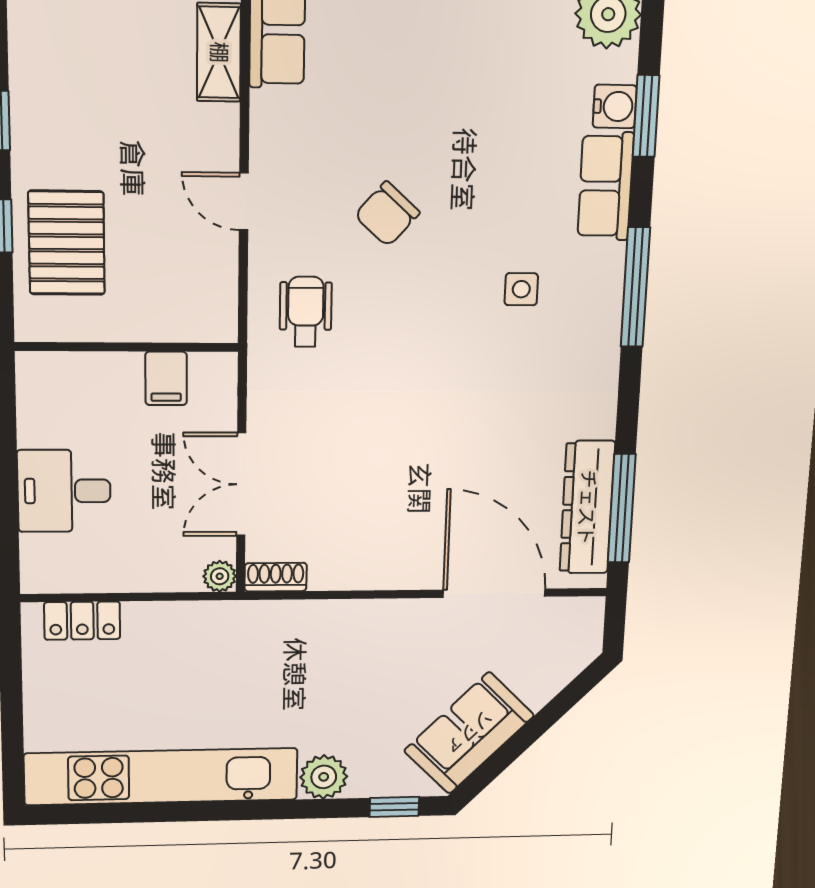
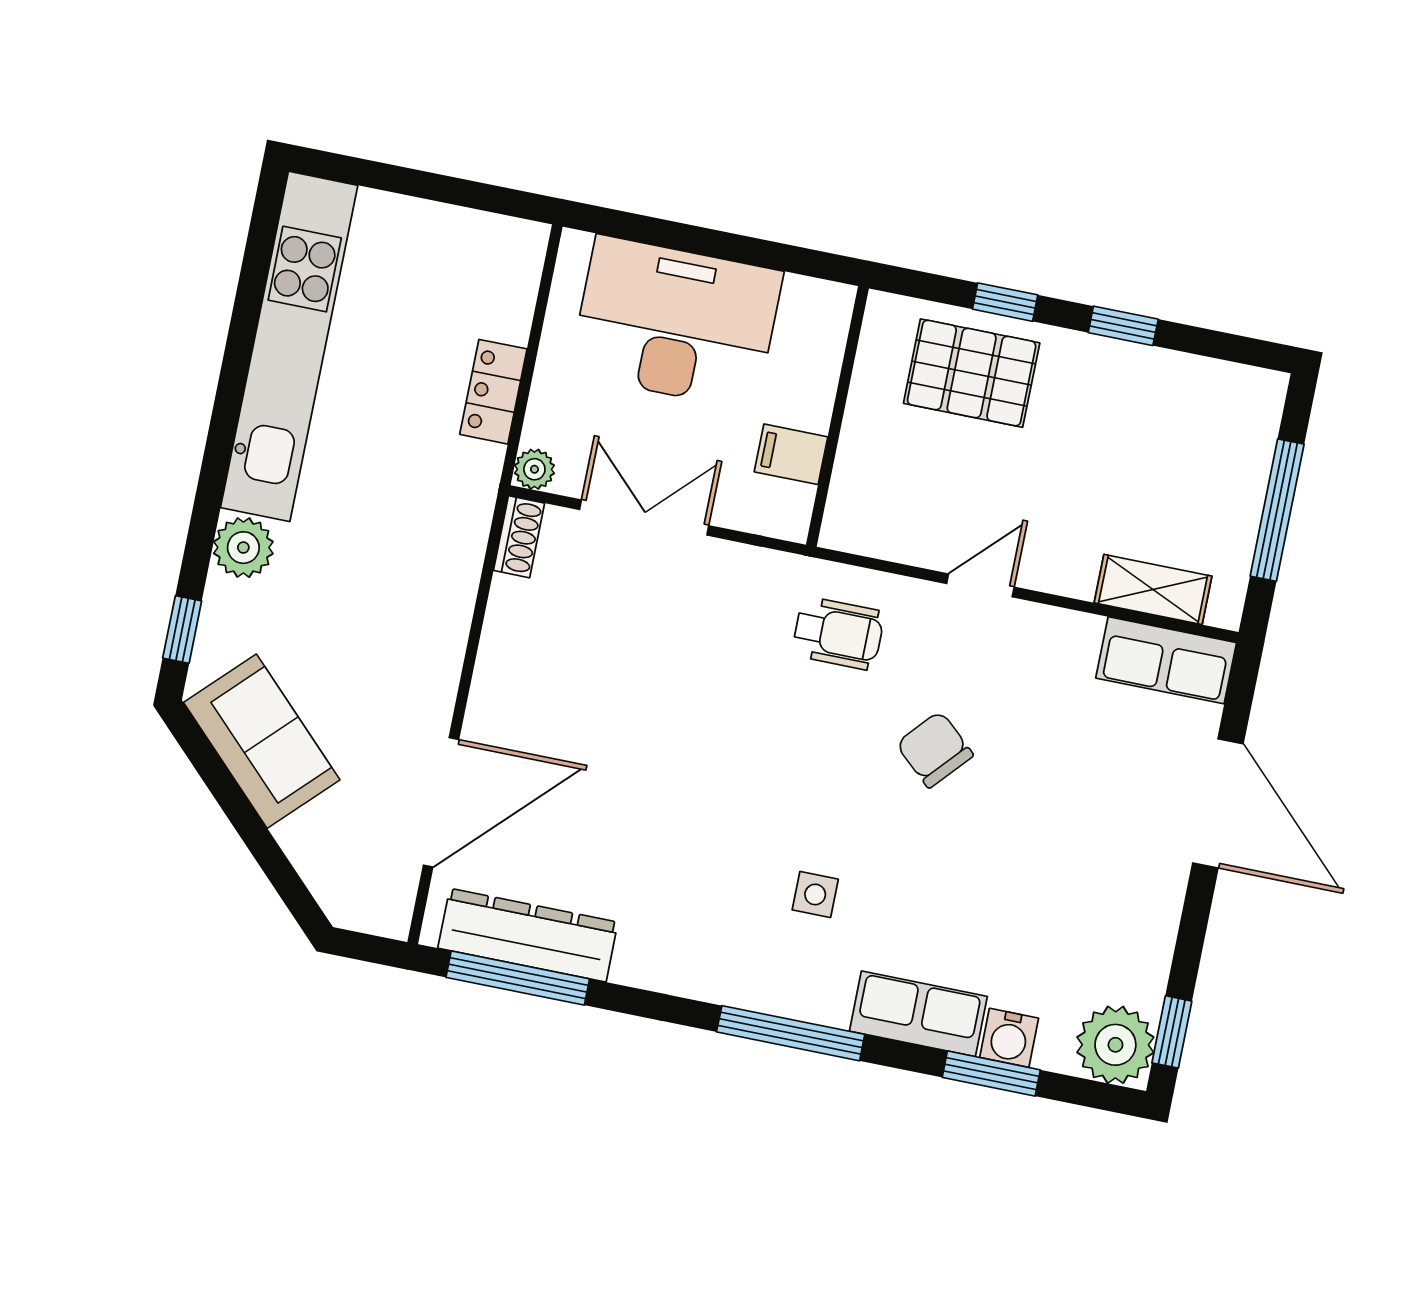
desk: (64, 491) -> (676, 323), width x1.87, depth x1.30
locker: (82, 621) -> (493, 392), moved

